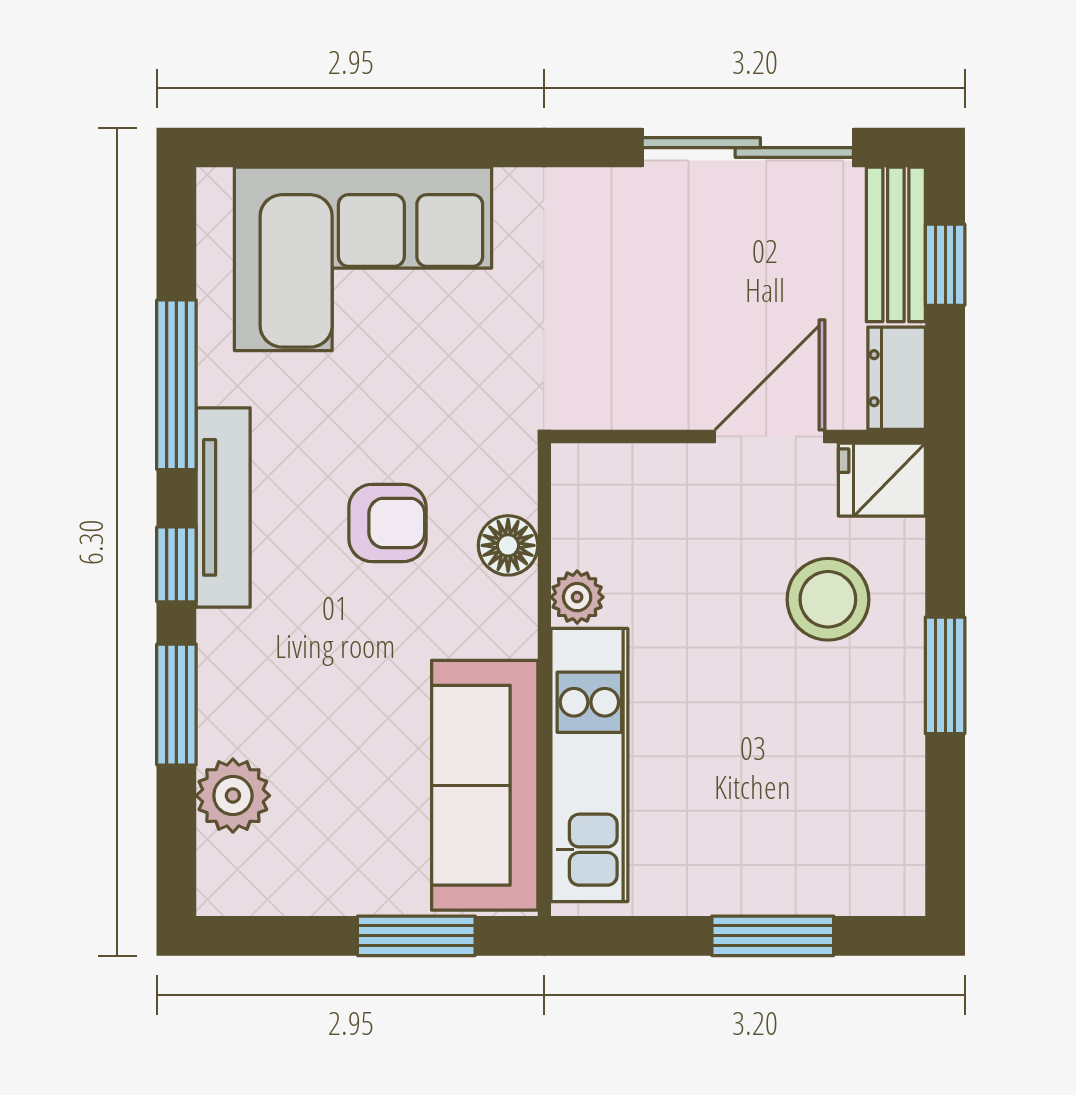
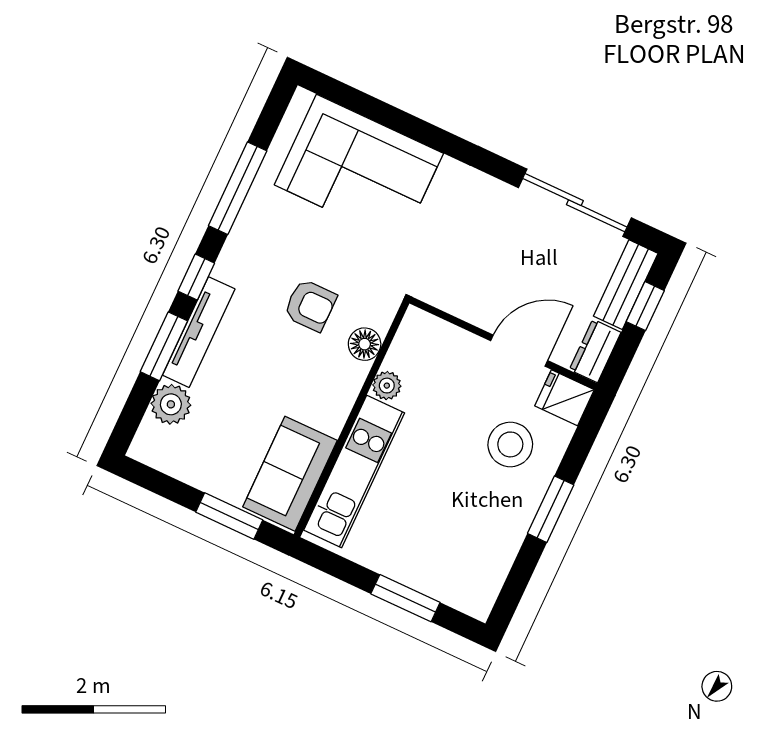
tv unit: (223, 507) -> (199, 332), moved
sofa: (485, 785) -> (290, 474), width x0.73

